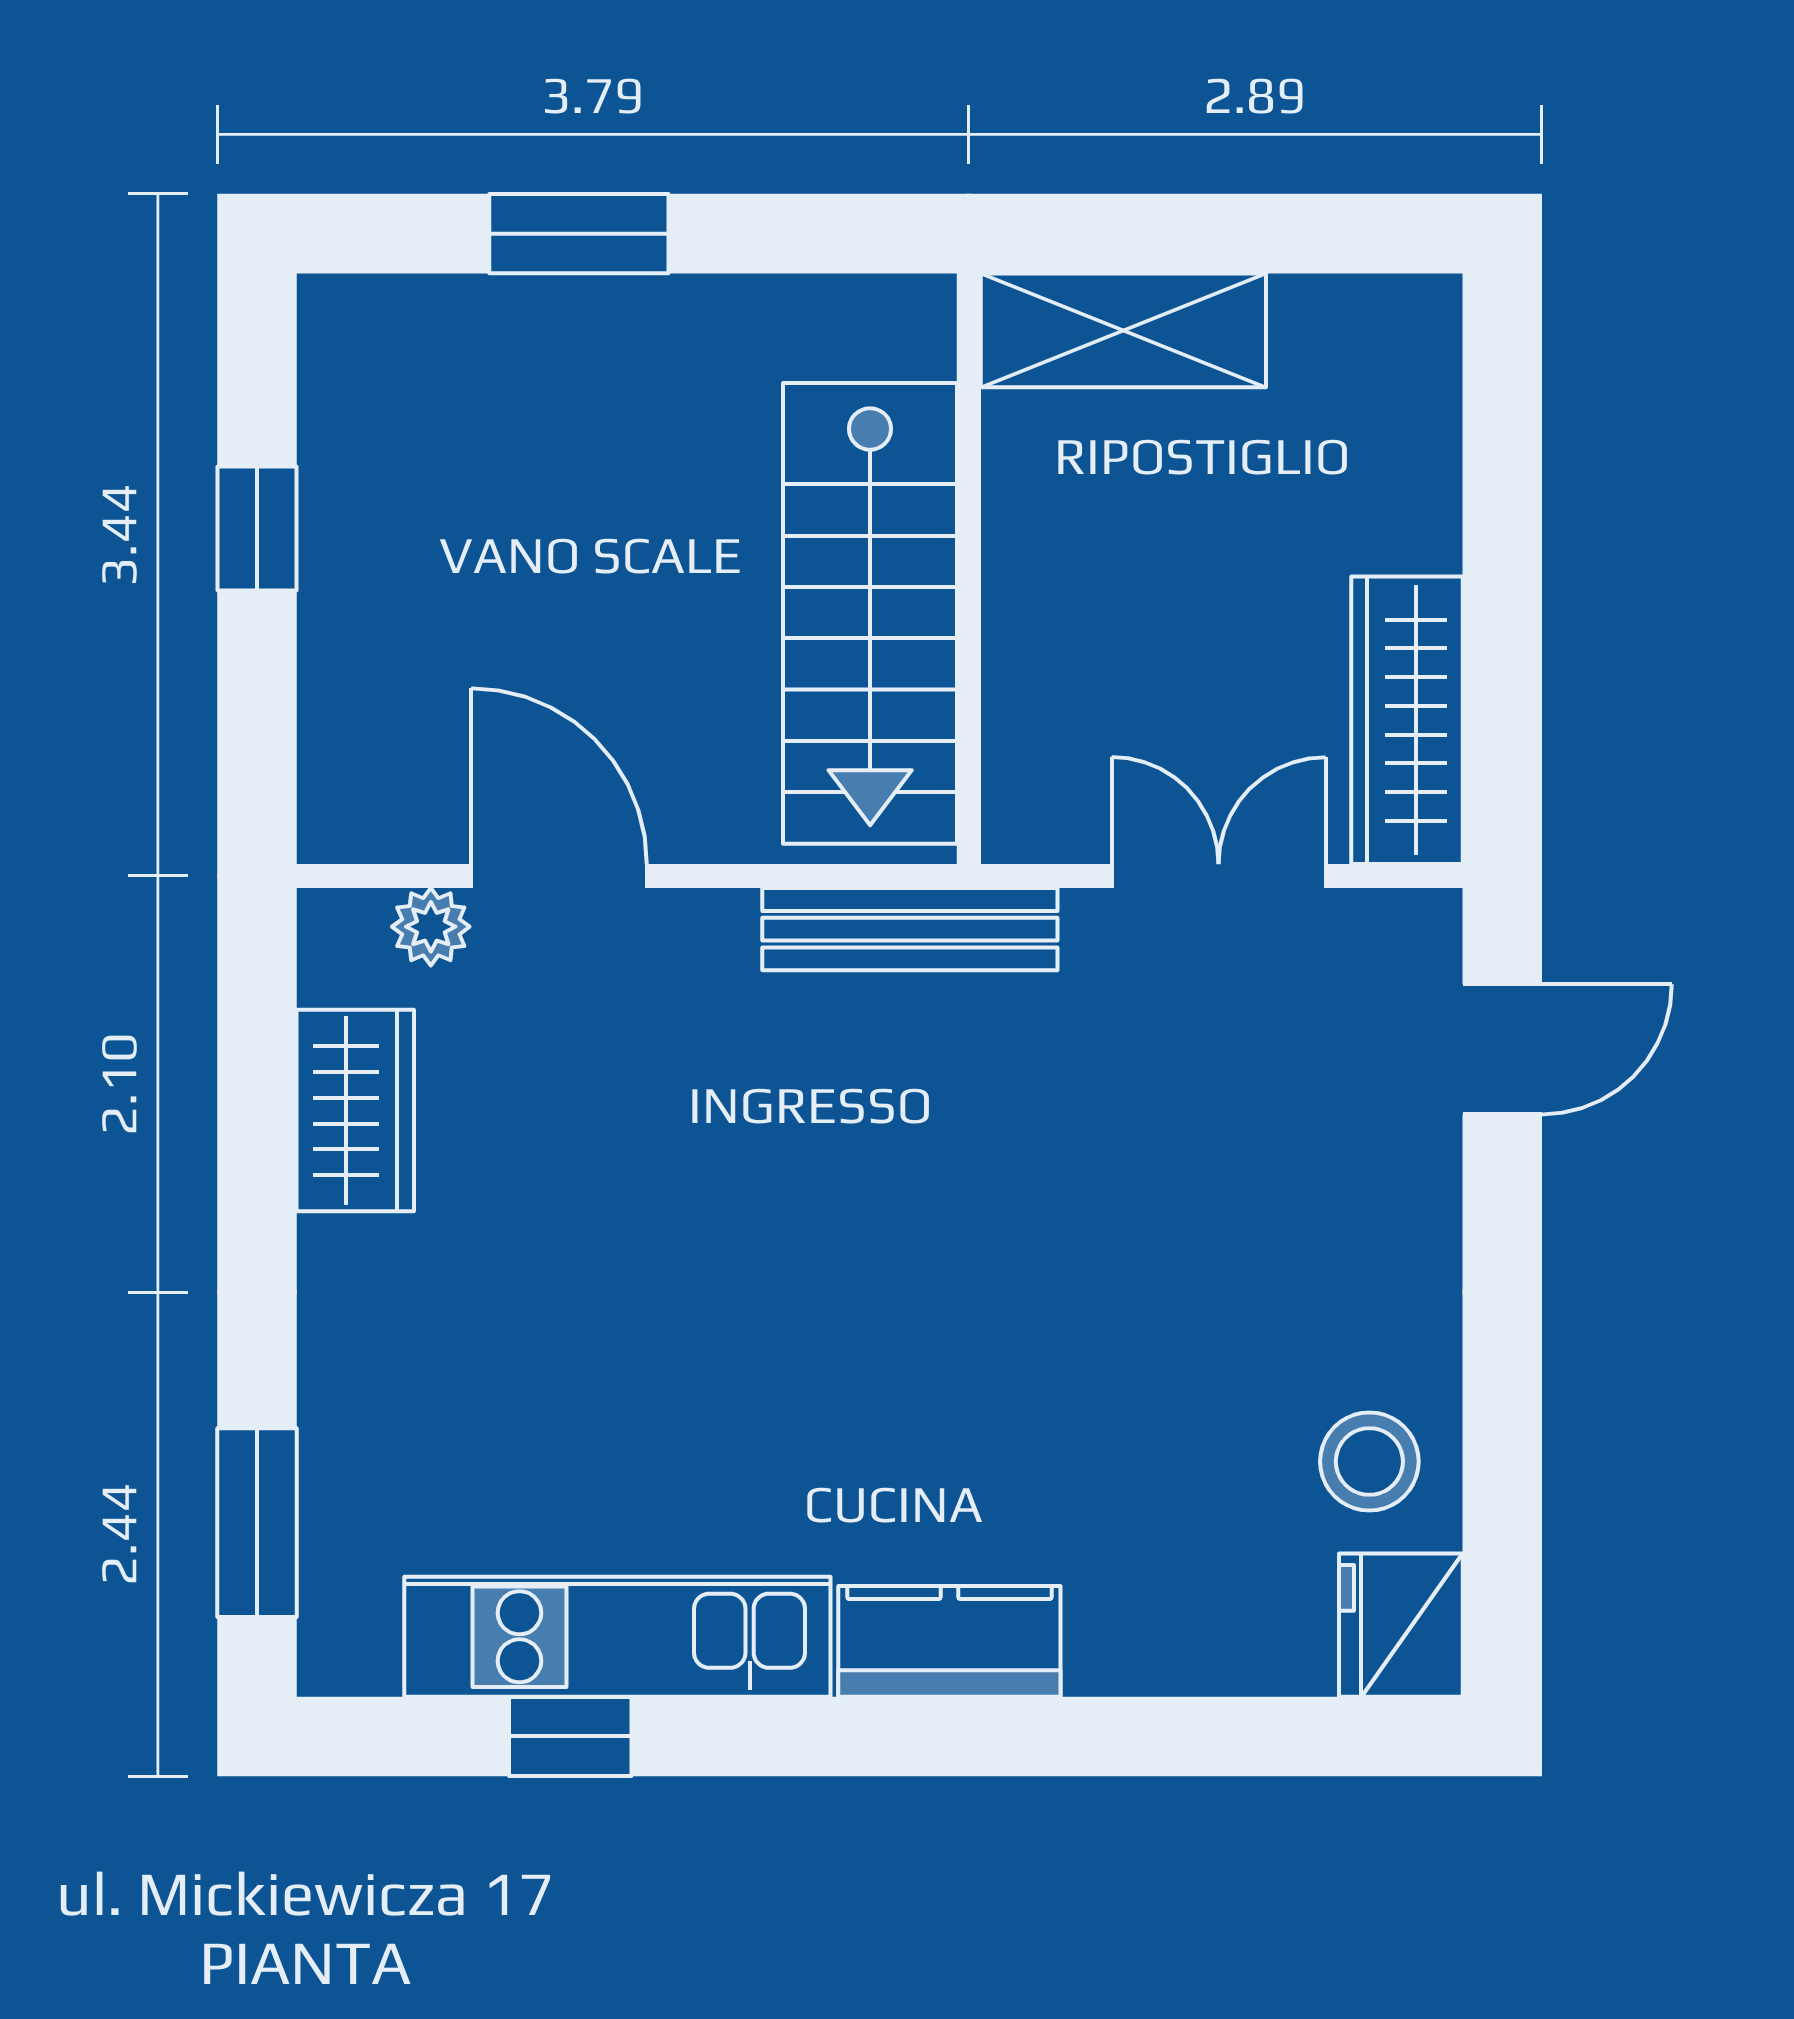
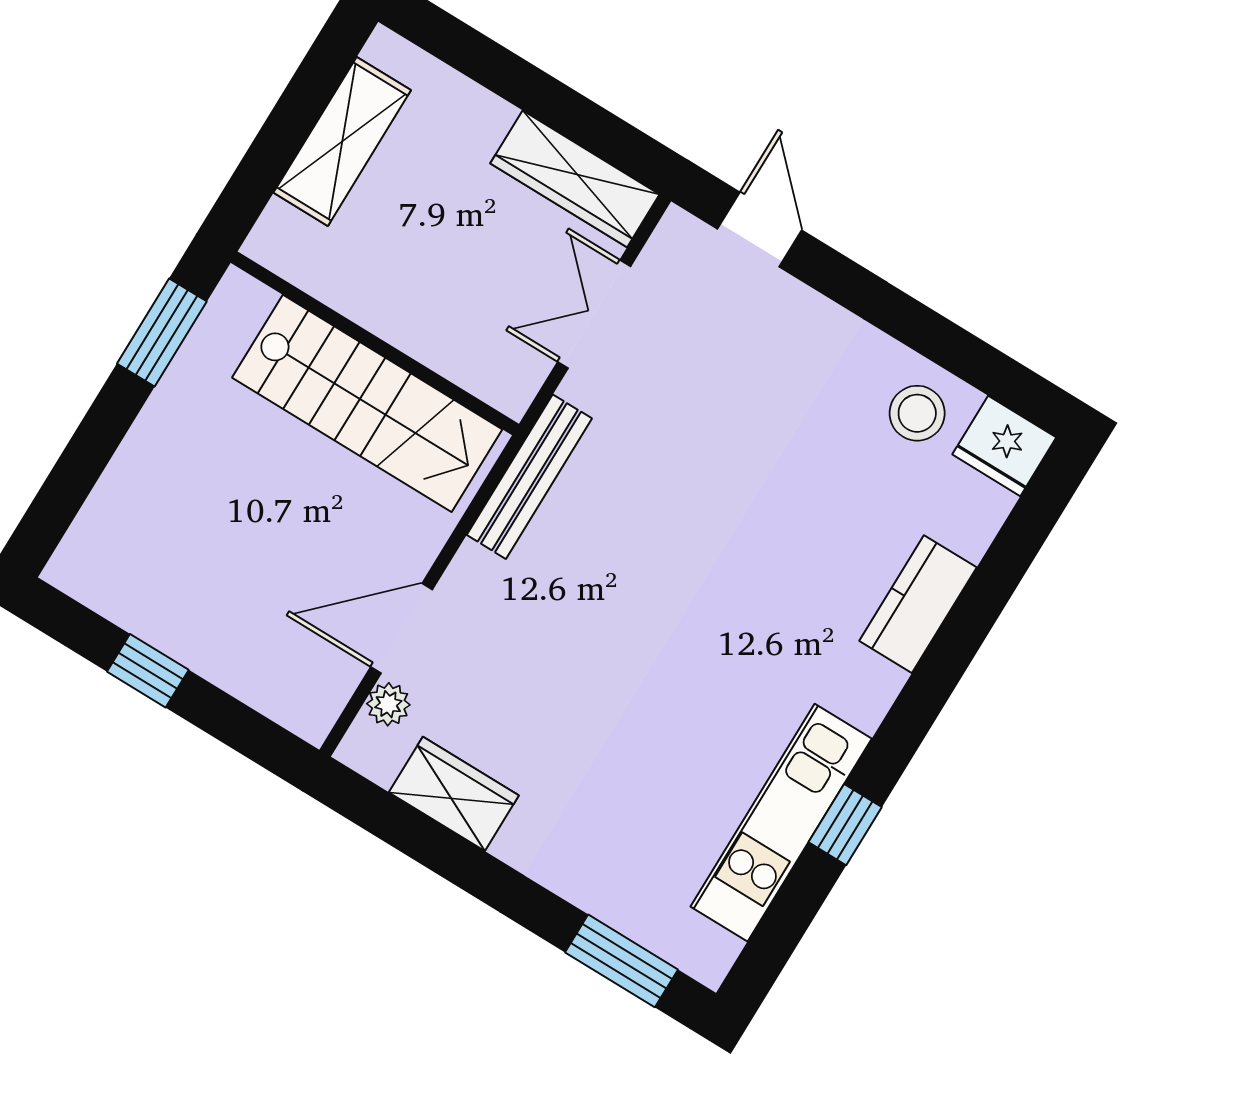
window: (579, 234) -> (162, 333), moved
shelving: (1123, 330) -> (342, 141), moved
kitchen counter: (949, 1641) -> (918, 604), moved
window: (570, 1736) -> (845, 825), moved

